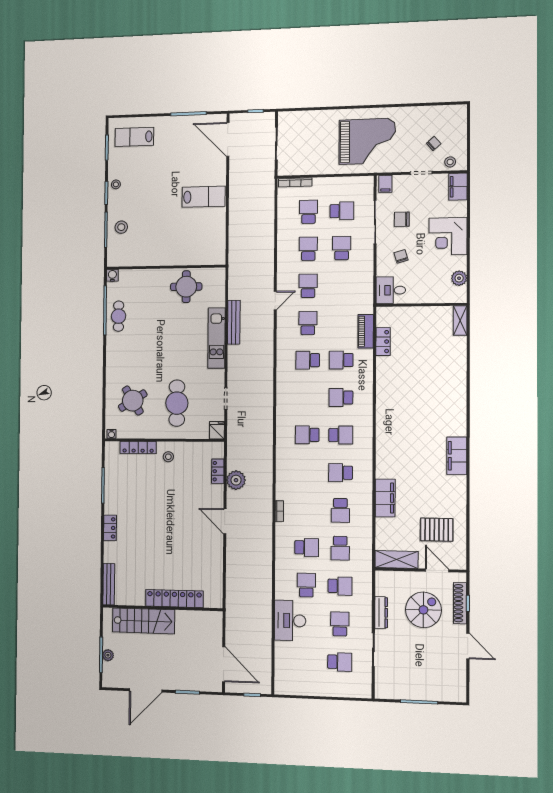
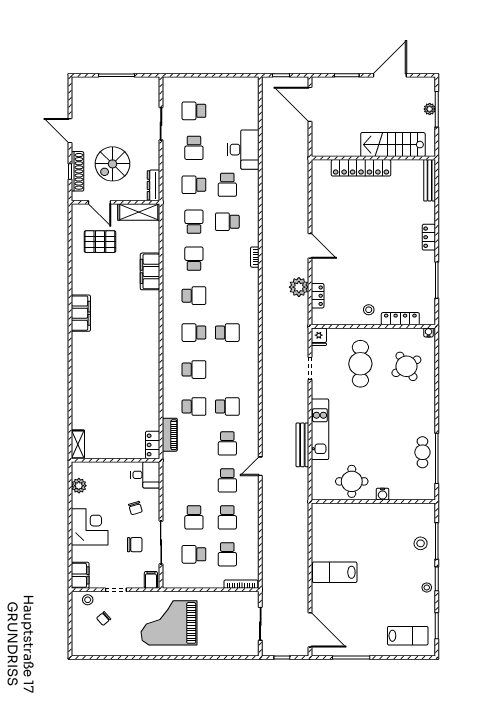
water cooler: (112, 275) -> (382, 494), moved
locker: (383, 342) -> (153, 445), moved
dresser: (381, 613) -> (154, 185), moved

